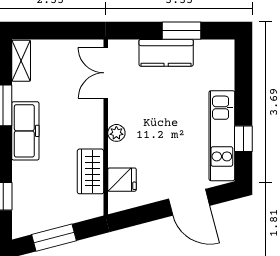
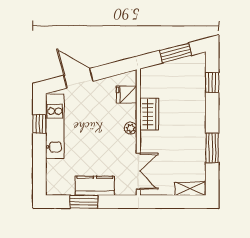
shelving: (21, 61) -> (190, 189), moved, turned 90
freezer: (25, 131) -> (196, 130), removed
wardrobe: (90, 171) -> (149, 114), moved

